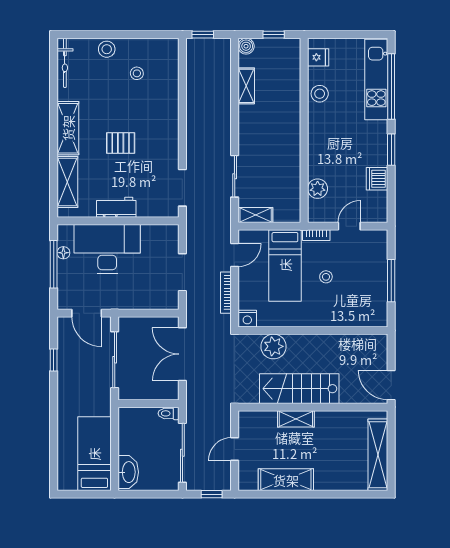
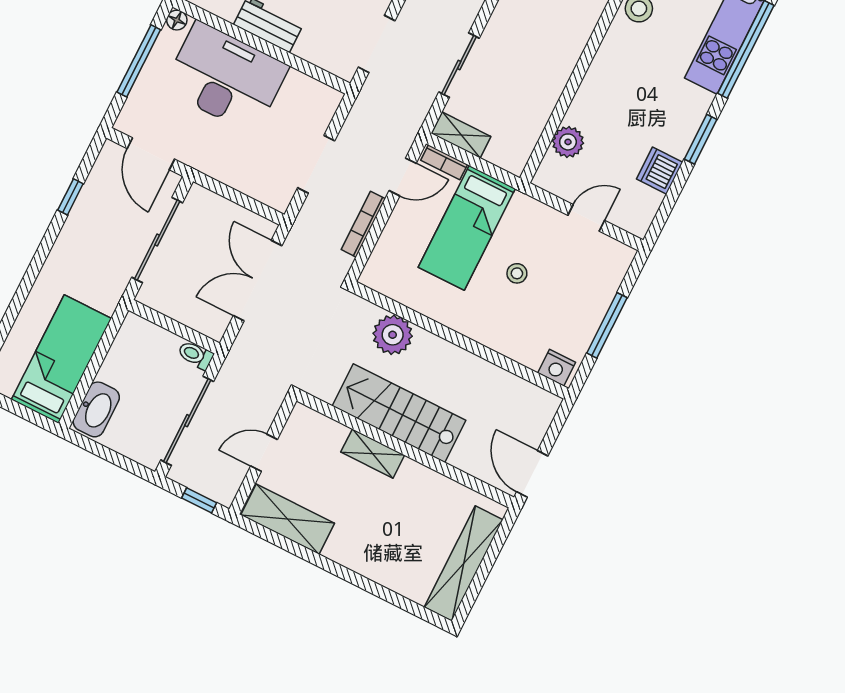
bookcase: (316, 235) -> (444, 162), moved
floor lamp: (63, 253) -> (177, 20), moved
nightstand: (247, 319) -> (557, 368), moved
shelving: (286, 480) -> (288, 519), moved

